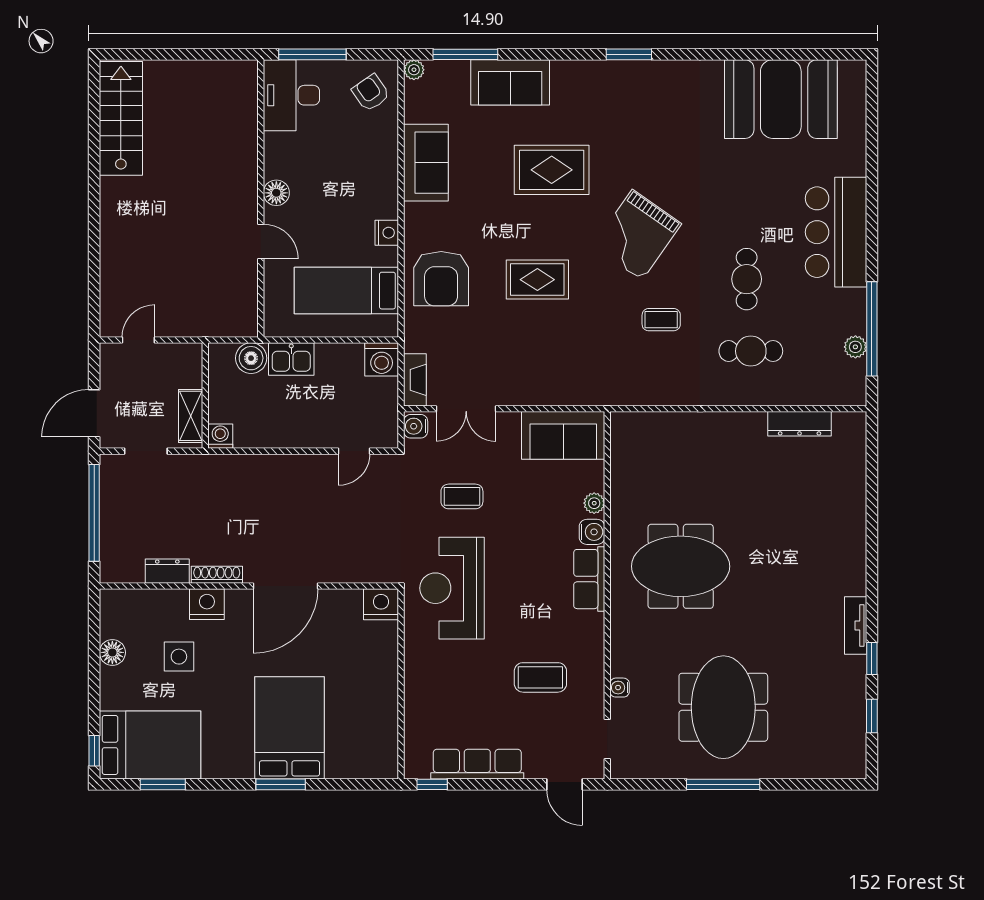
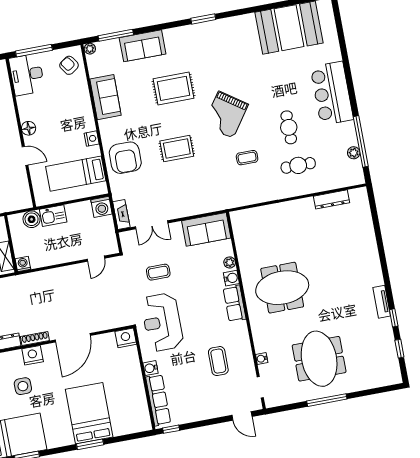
water cooler: (416, 426) -> (151, 368), moved
coffee table: (540, 677) -> (218, 361), turned 90
row of seats: (477, 764) -> (158, 400), moved, turned 90

